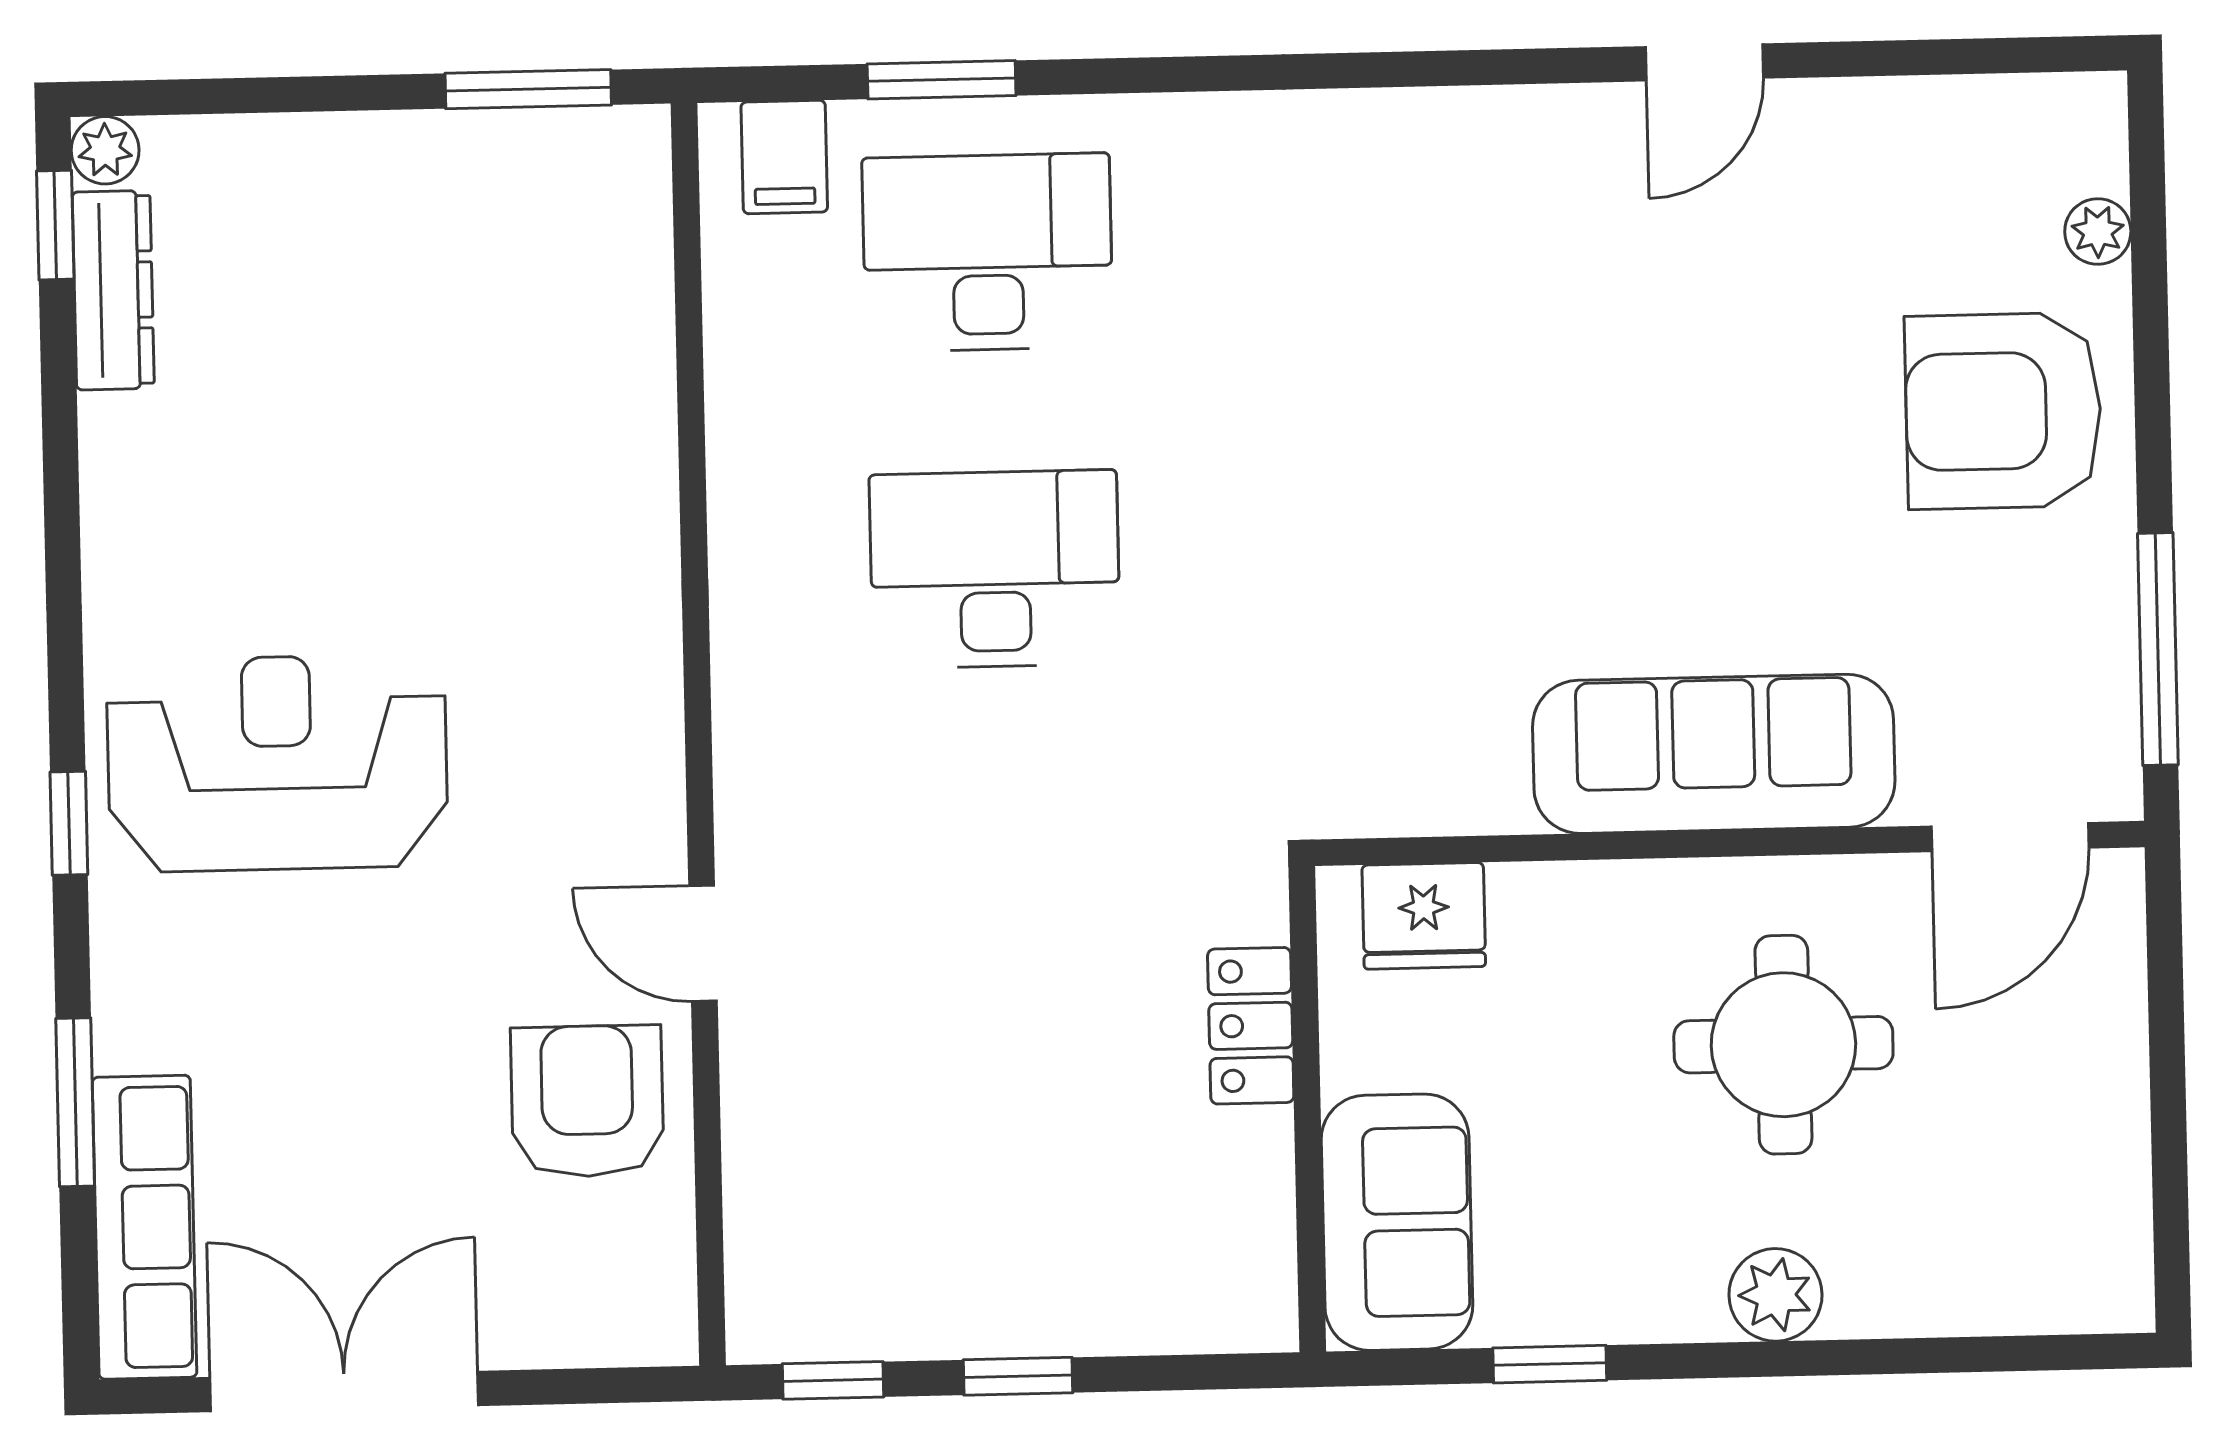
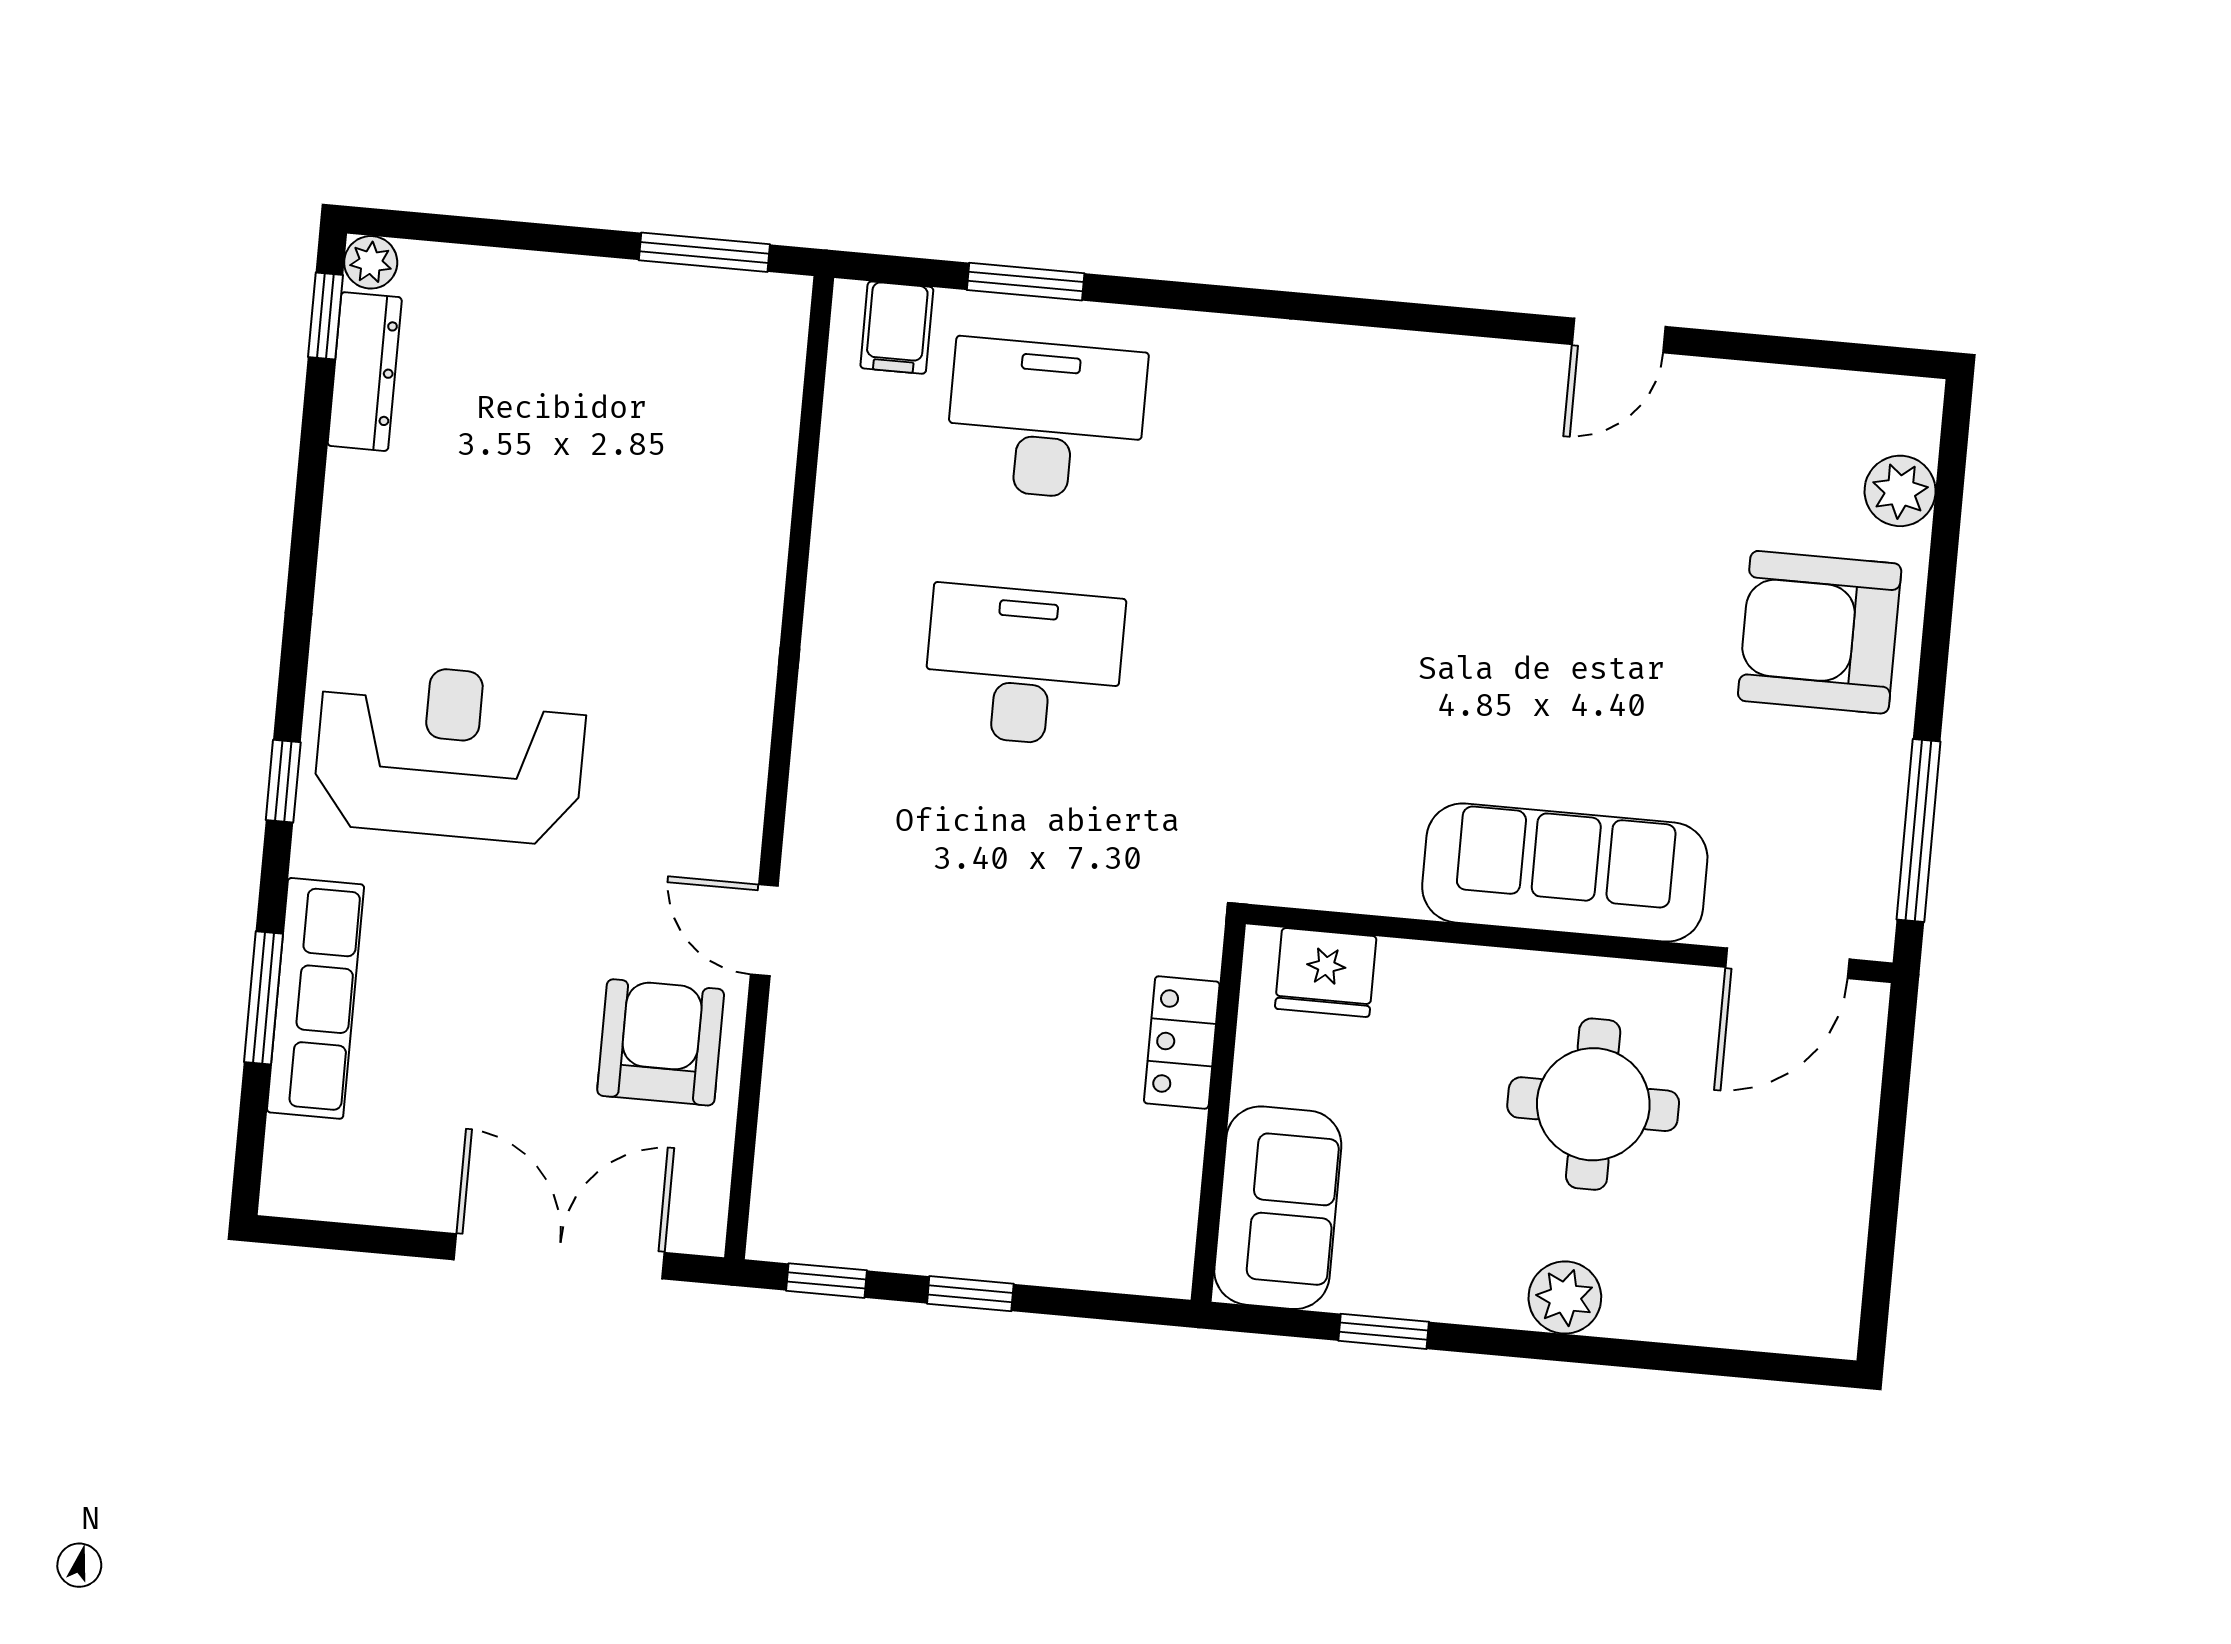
plant: (2098, 232) -> (1900, 491), width x1.38, depth x1.38
row of seats: (145, 1227) -> (316, 998), moved
double door: (344, 1391) -> (559, 1256), moved

